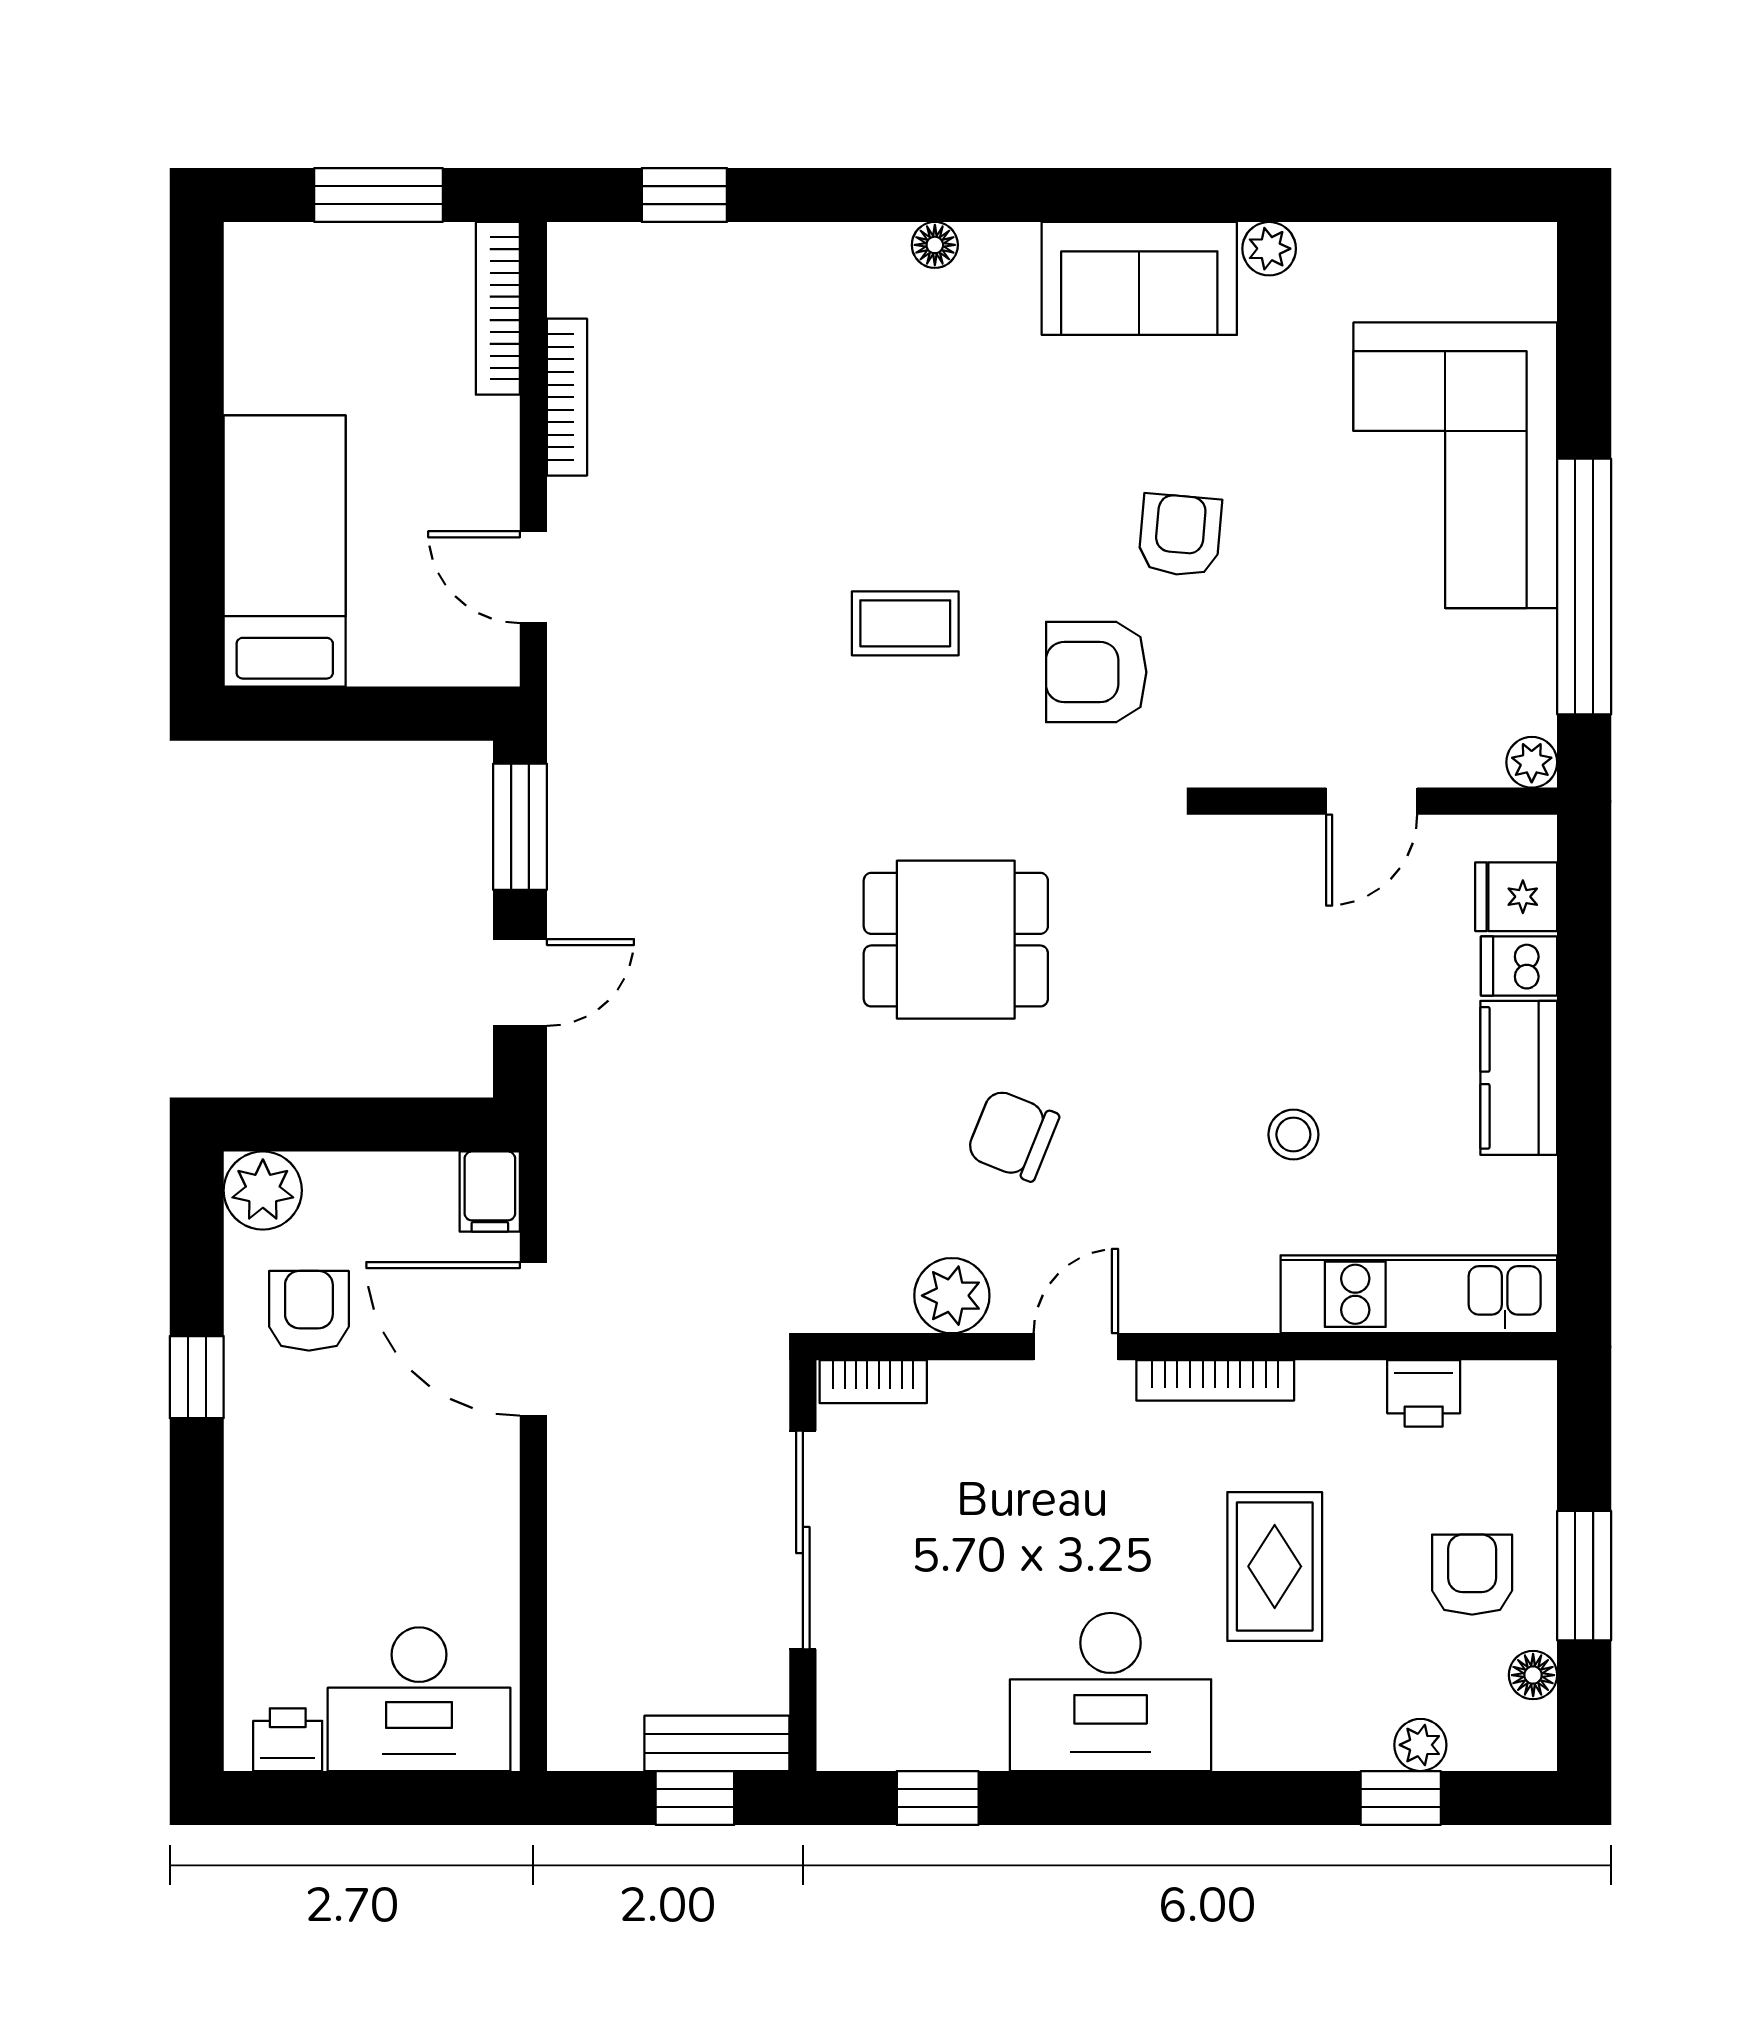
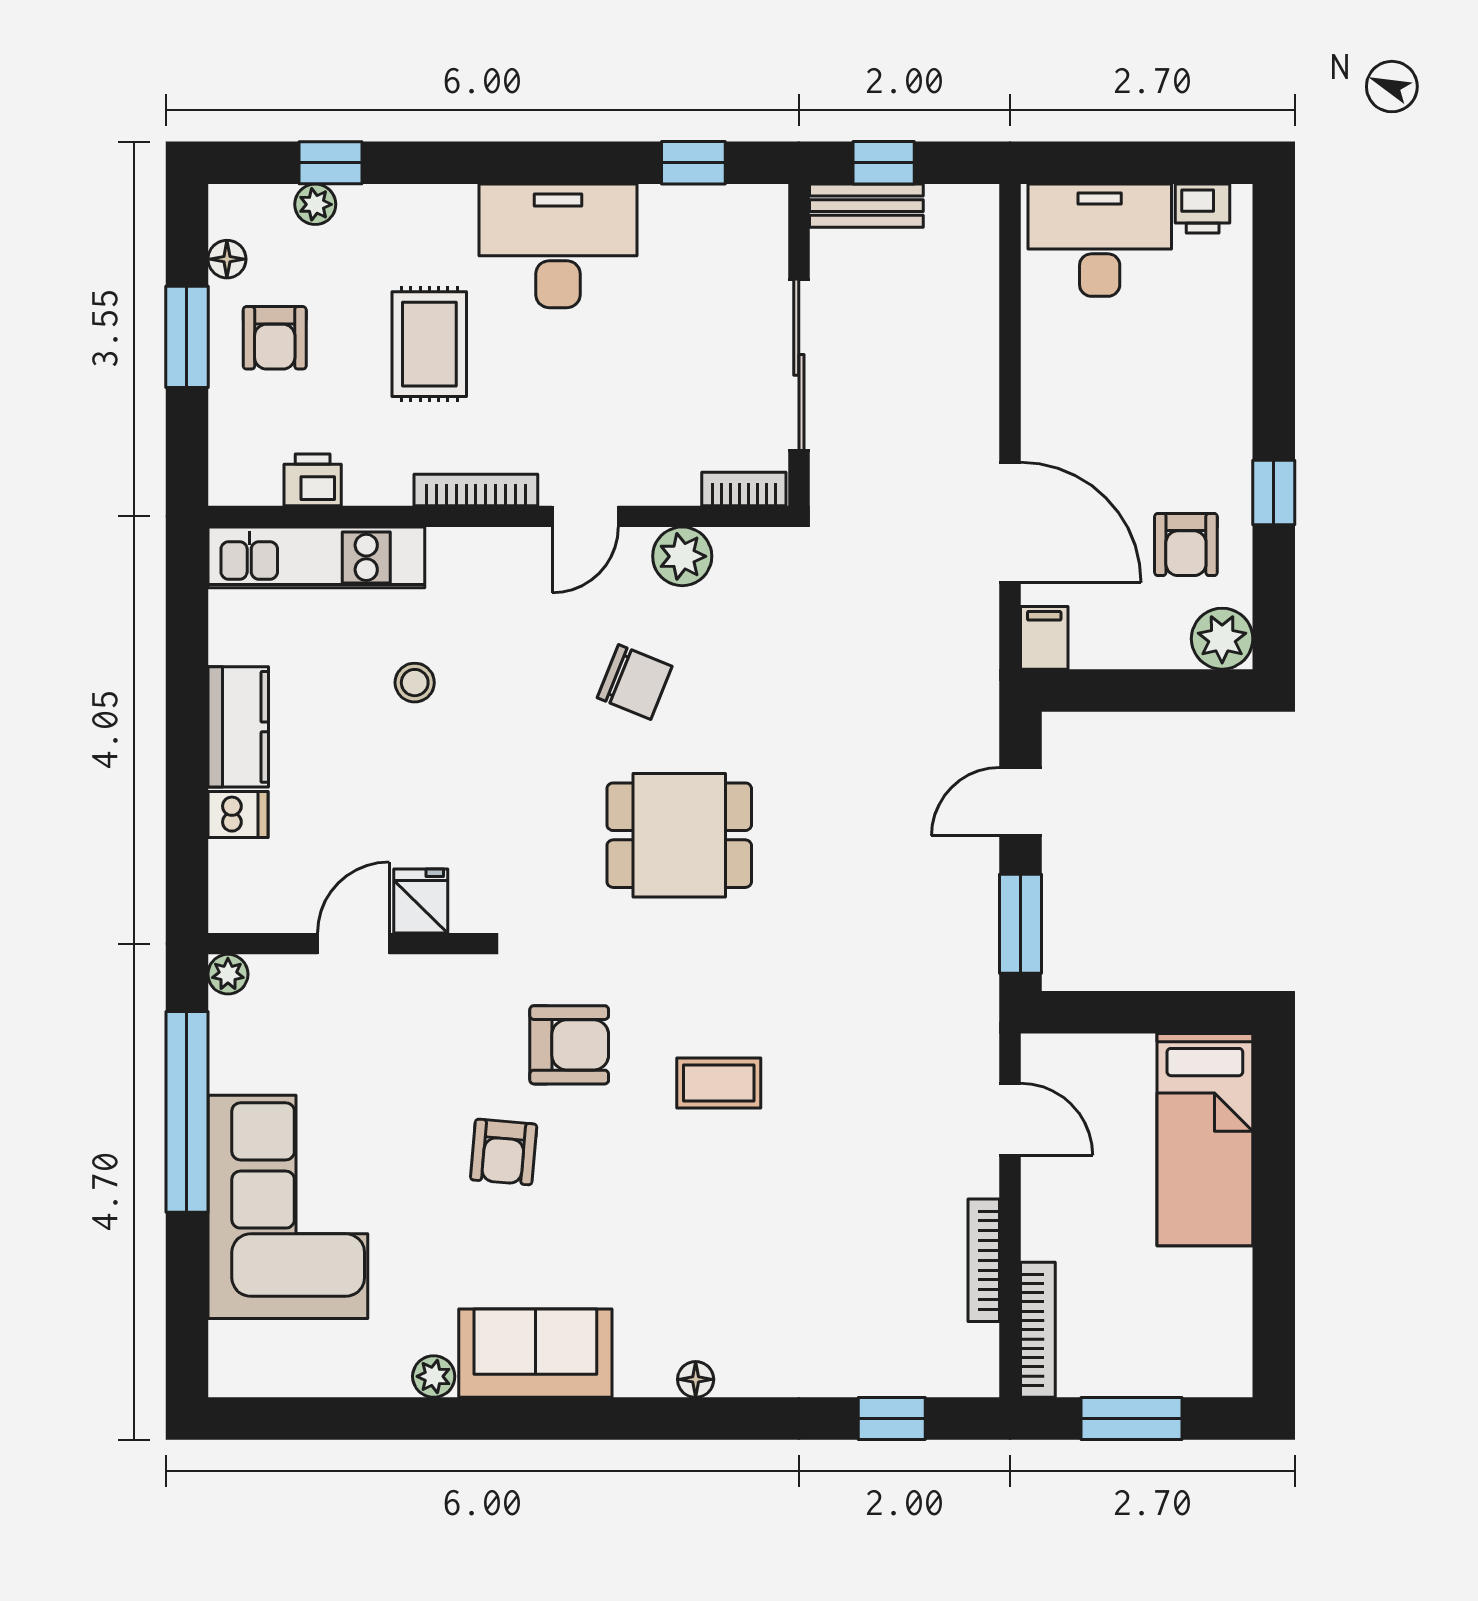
fridge: (1516, 897) -> (421, 901), moved, turned -90

